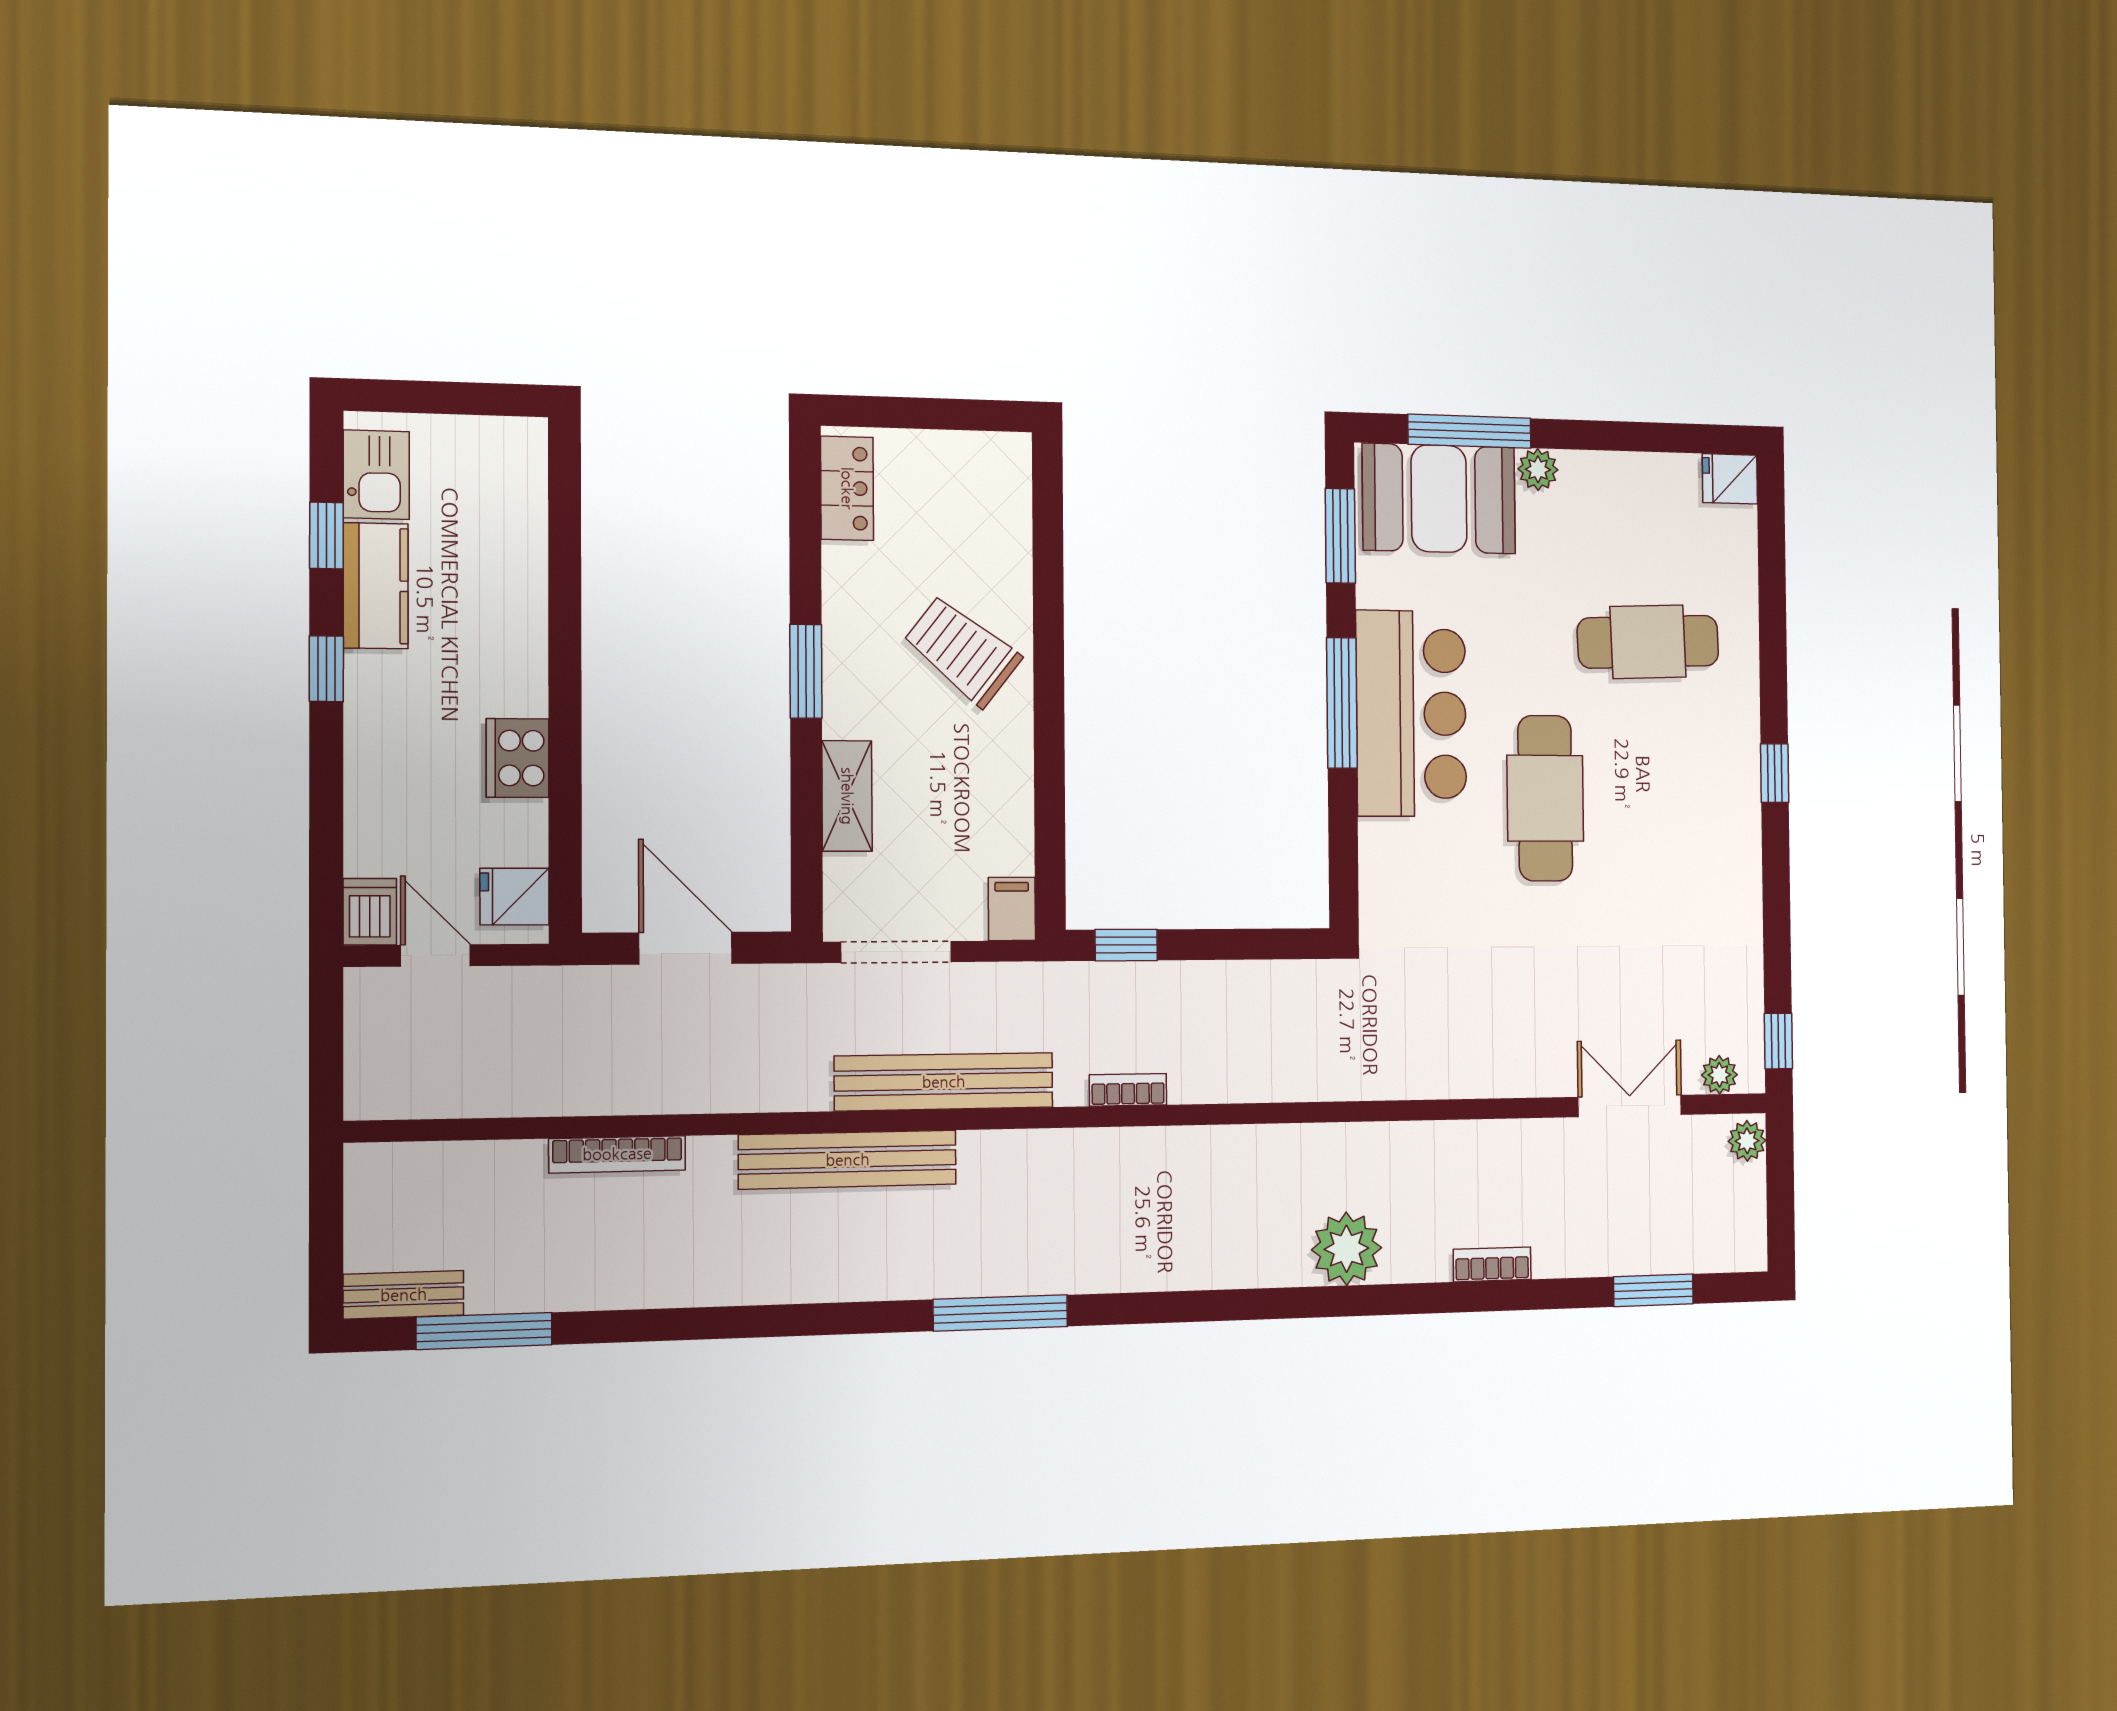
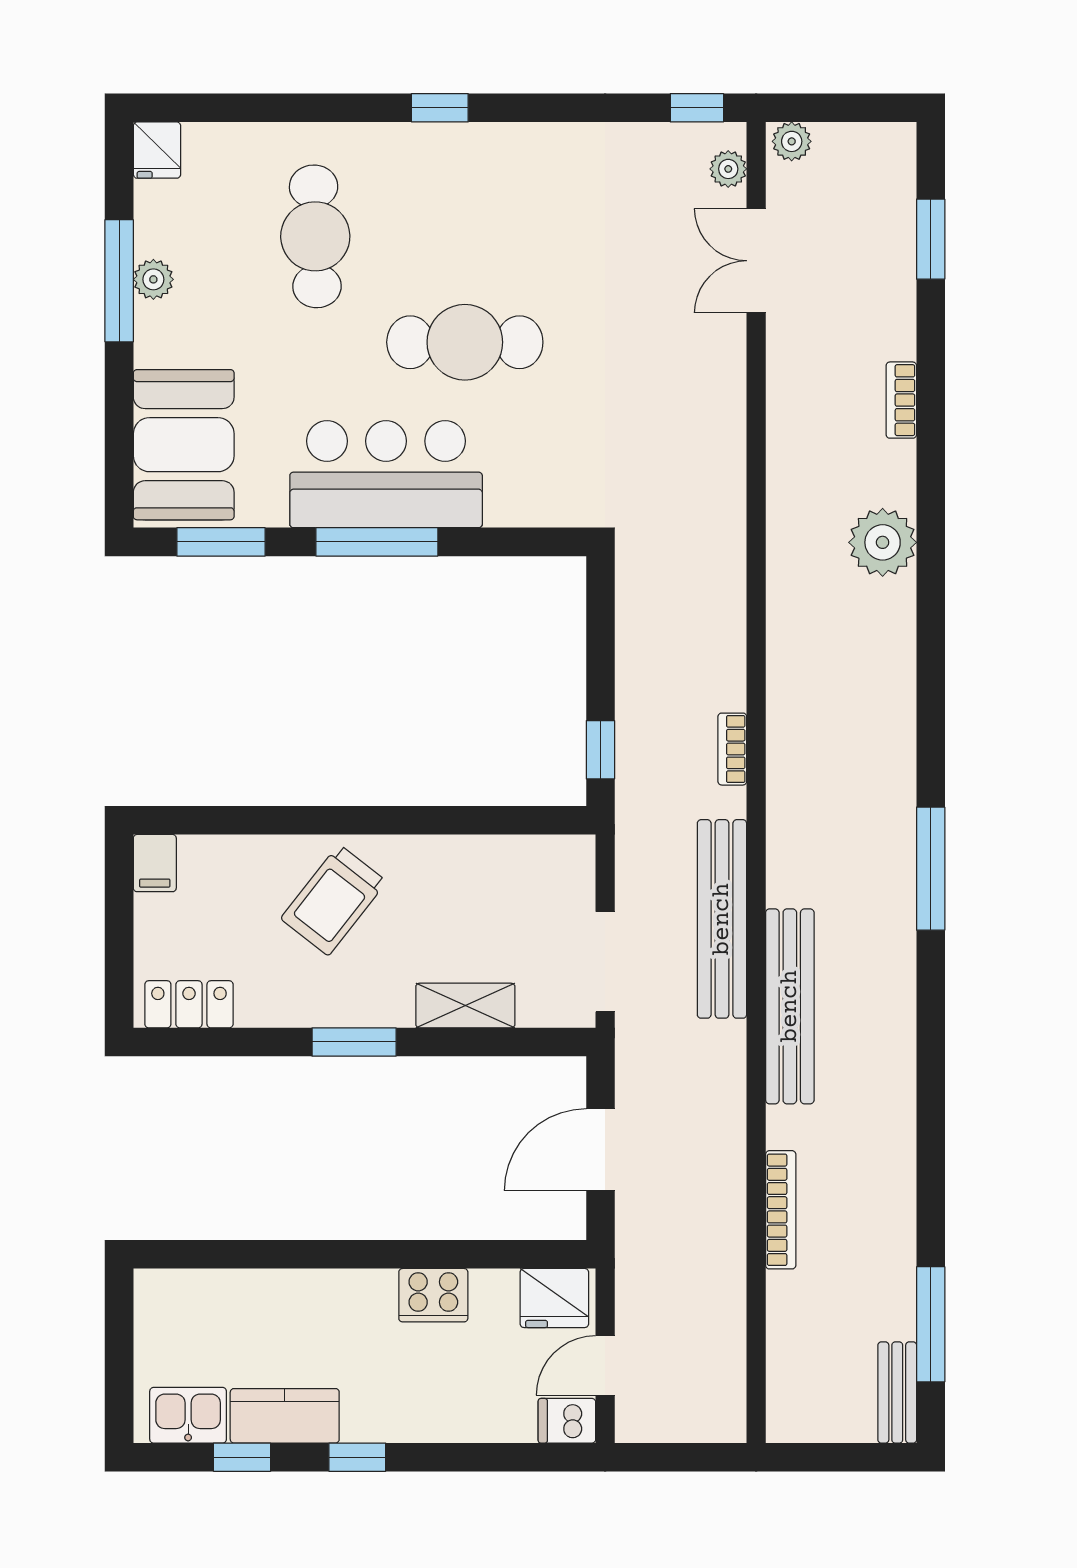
window: (1470, 431) -> (119, 281), moved
plant: (1538, 469) -> (153, 279), moved
fridge: (515, 897) -> (554, 1298), width x1.38
filing cabinet: (1012, 909) -> (155, 863), moved, turned -90

